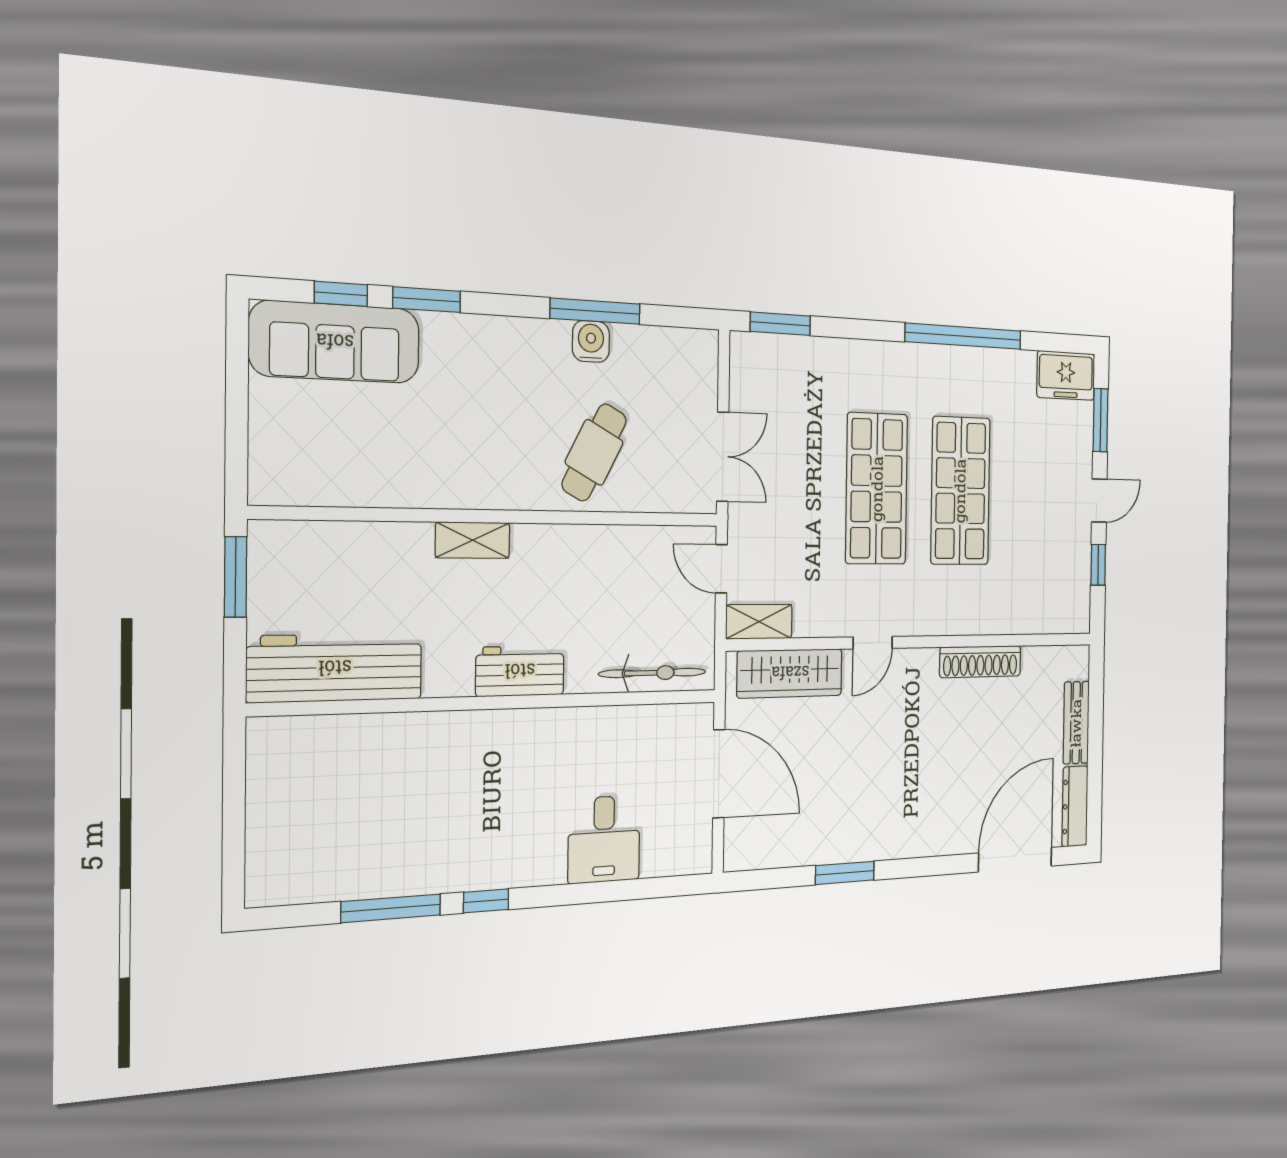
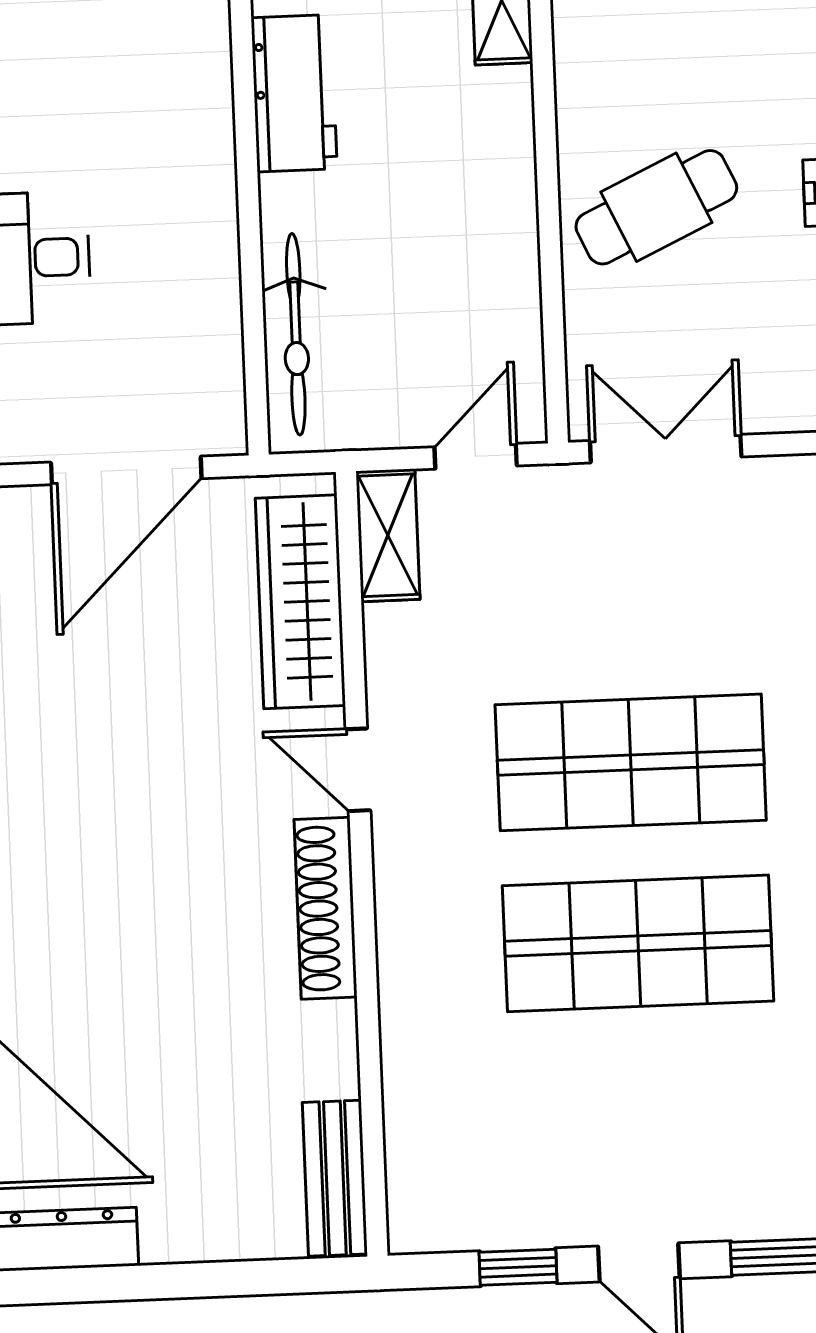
cafe table: (594, 452) -> (656, 207), turned -53
double door: (723, 457) -> (666, 449), swing flipped
shoe rack: (980, 662) -> (326, 908), moved
bench: (1076, 723) -> (335, 1178), moved, turned 90

